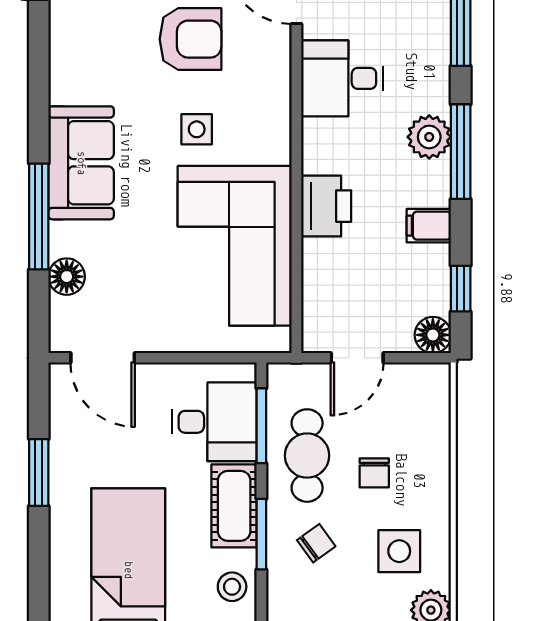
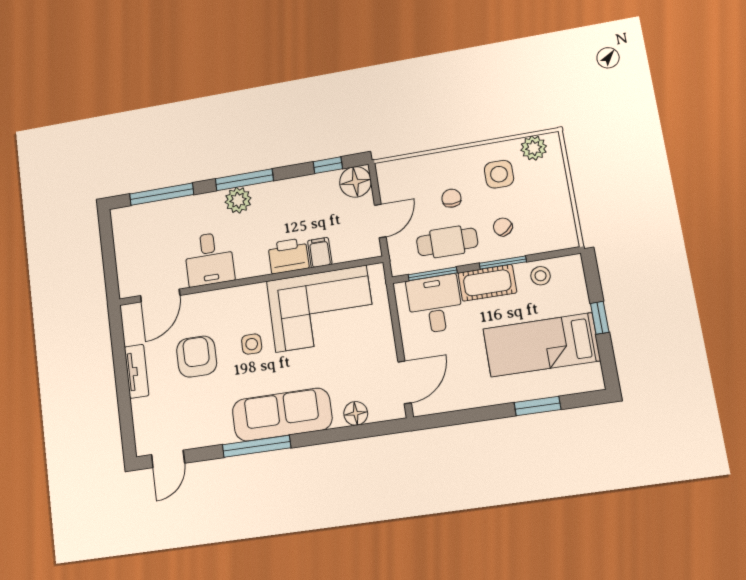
sofa: (81, 163) -> (282, 415), width x1.36
window: (39, 217) -> (257, 446), moved
filing cabinet: (429, 226) -> (320, 253), moved, turned 180
floor lamp: (433, 335) -> (355, 182), width x1.38, depth x1.38
door: (357, 358) -> (380, 221), hinge flipped
window: (39, 473) -> (537, 406), moved
chair: (374, 473) -> (451, 198), turned -90

